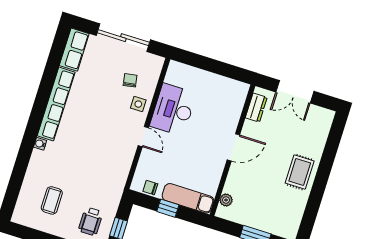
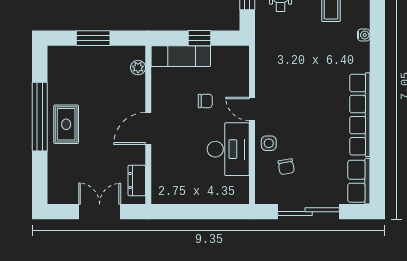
water cooler: (40, 144) -> (364, 35), moved
window: (319, 185) -> (40, 117), added
chair: (150, 188) -> (205, 101), moved

